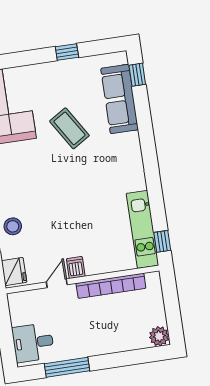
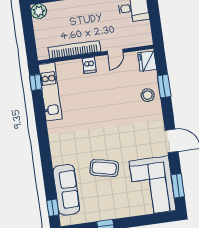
coffee table: (69, 128) -> (104, 168), turned -46
dishwasher: (76, 267) -> (89, 65), moved

